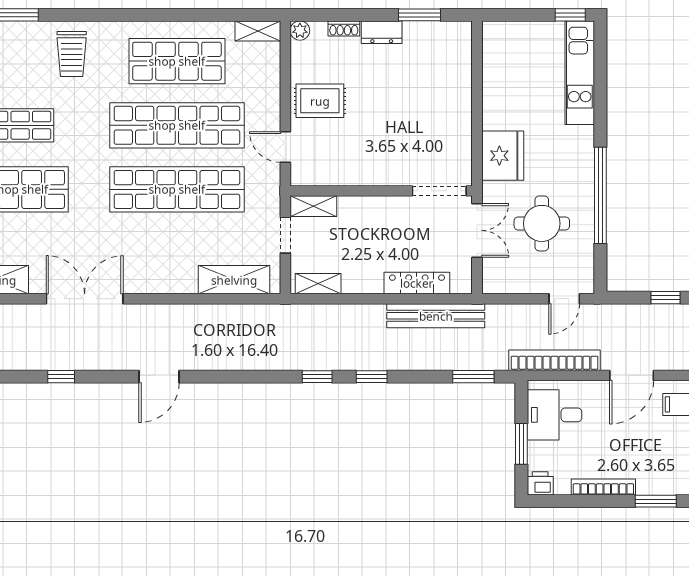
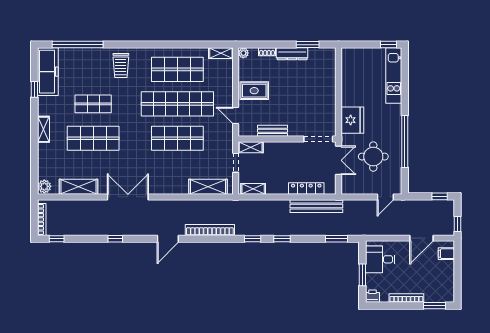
dresser: (382, 32) -> (292, 54), width x1.44
bench: (354, 176) -> (272, 131), added
shop shelf: (177, 189) -> (177, 138), width x0.71
bookcase: (554, 360) -> (210, 230), moved

